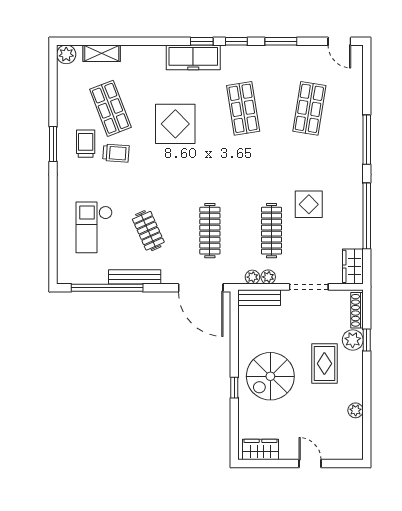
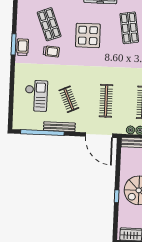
trolley: (86, 144) -> (23, 47), moved
checkout: (94, 227) -> (36, 96), turned 180

